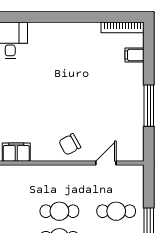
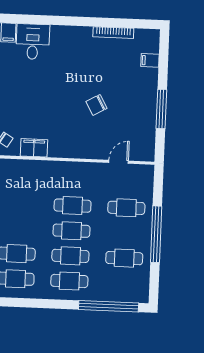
bookcase: (122, 27) -> (113, 33), moved
chair: (70, 144) -> (96, 105), moved

